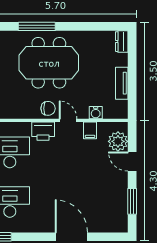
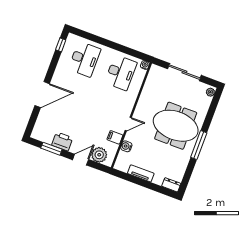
window: (37, 26) -> (199, 145), moved
meeting table: (49, 63) -> (176, 126), turned 90
chair: (48, 108) -> (142, 113), removed
printer: (43, 131) -> (62, 141), moved, turned 90

